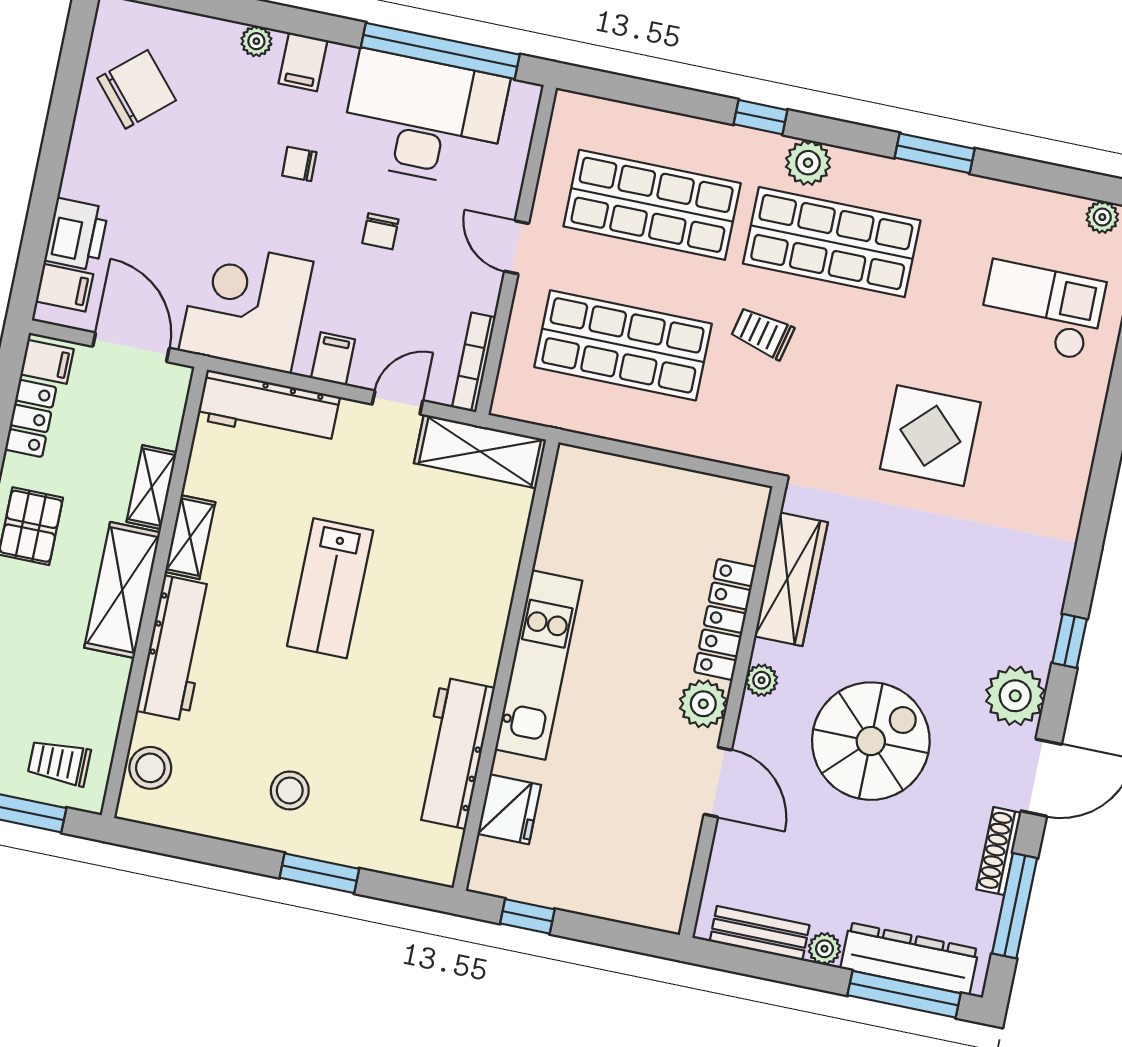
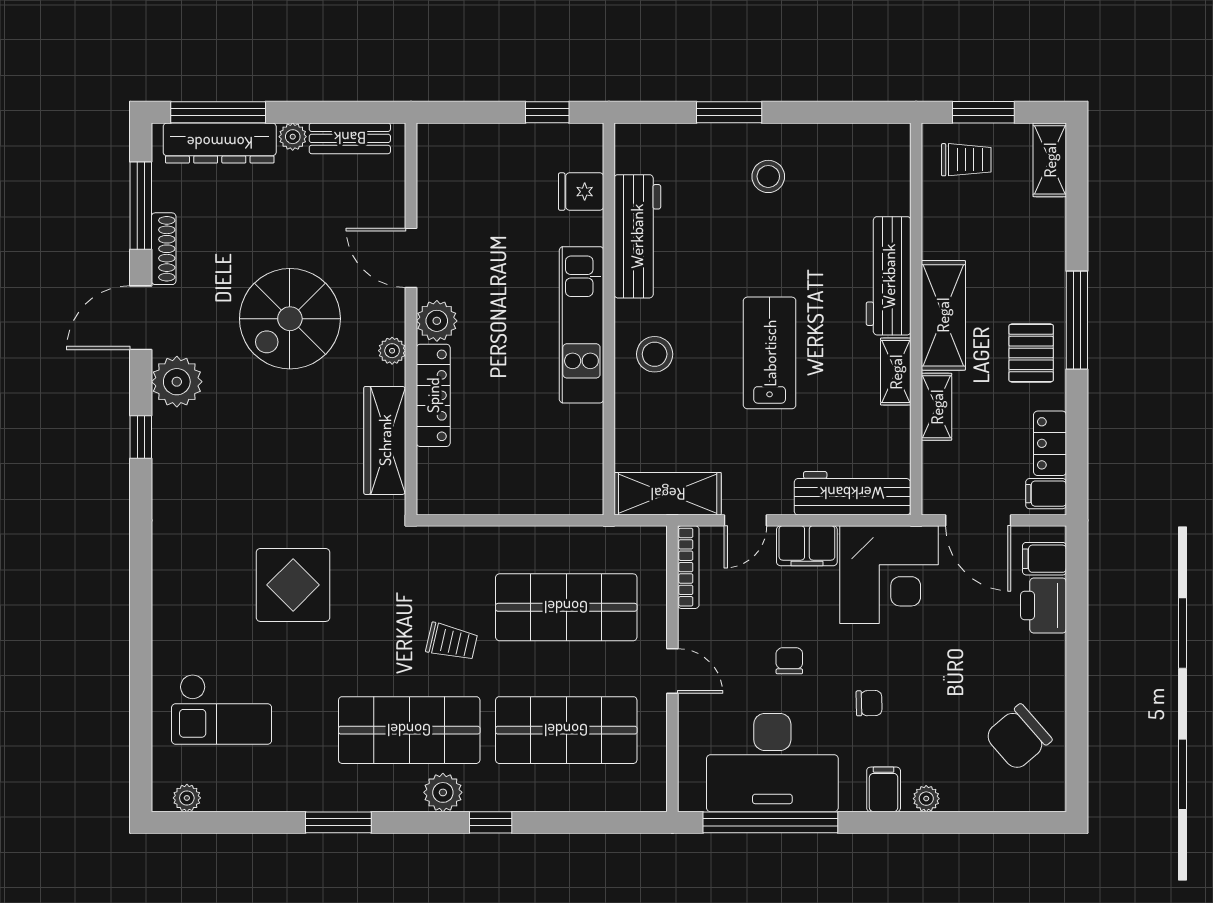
filing cabinet: (333, 359) -> (807, 546), width x2.00
stool: (150, 768) -> (655, 354), moved
fridge: (509, 809) -> (581, 192), width x0.72

